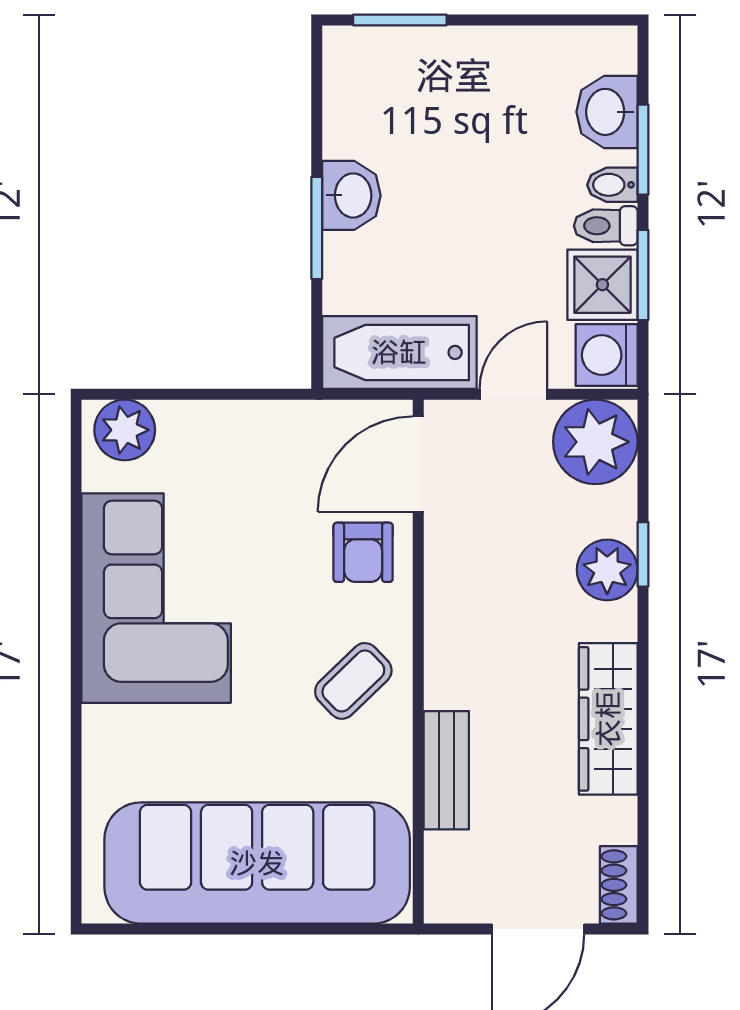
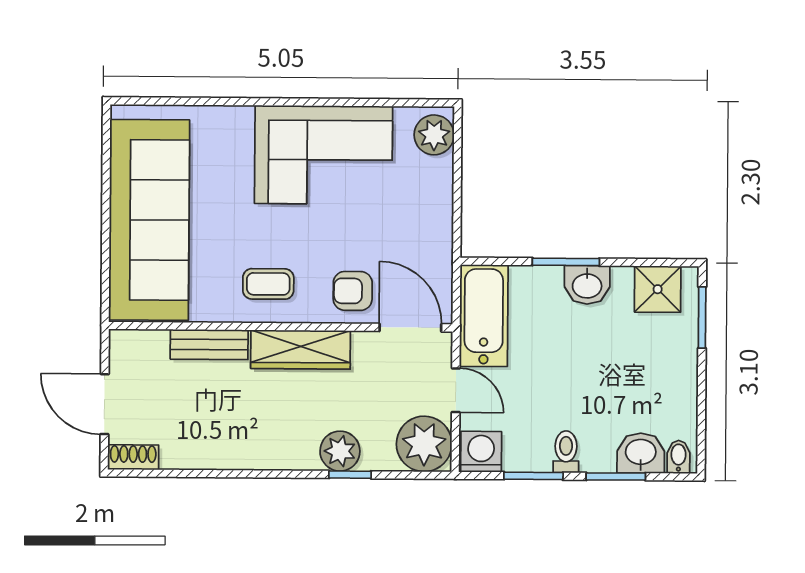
bidet: (612, 185) -> (678, 457), moved
shower: (602, 285) -> (658, 289), moved
coffee table: (353, 681) -> (268, 284), turned -46
wardrobe: (608, 719) -> (301, 350), moved, turned 180

